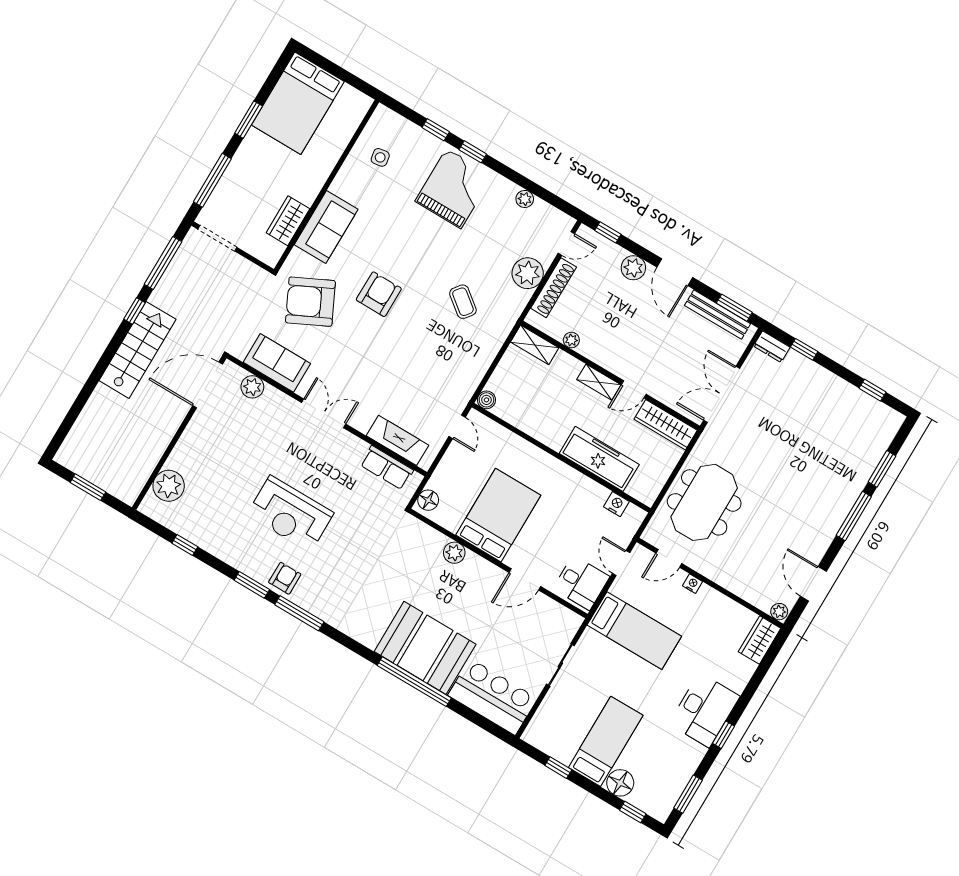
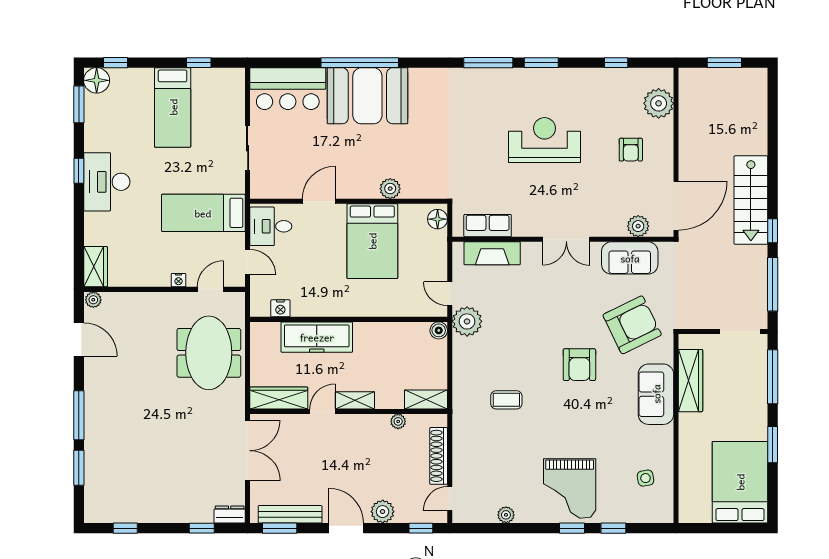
wardrobe: (288, 221) -> (690, 381), width x1.50
plant: (528, 273) -> (467, 321), moved
coffee table: (463, 302) -> (506, 400), turned -38
armchair: (285, 578) -> (631, 150), moved
floor lamp: (620, 783) -> (97, 80), moved

